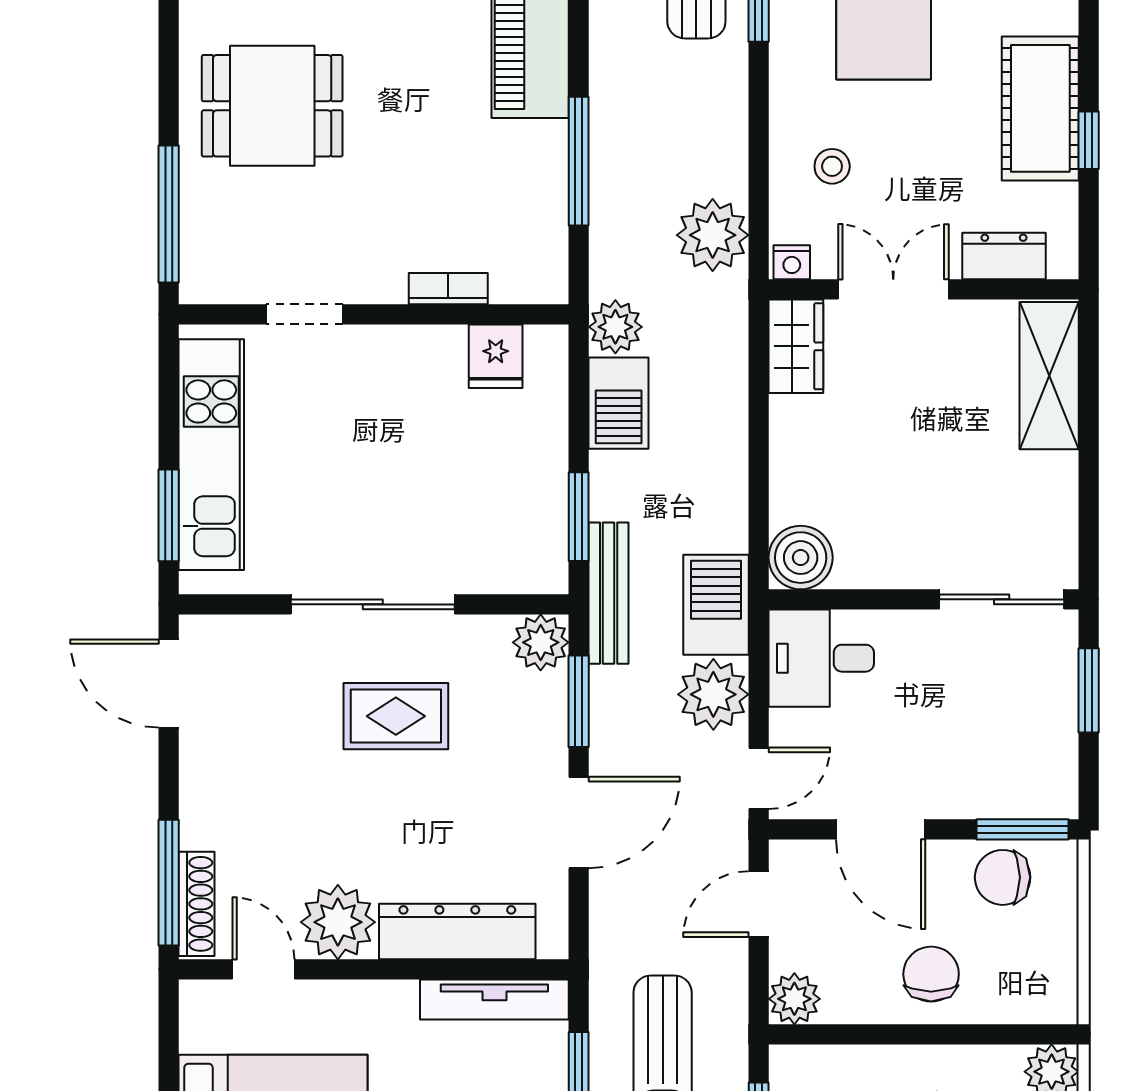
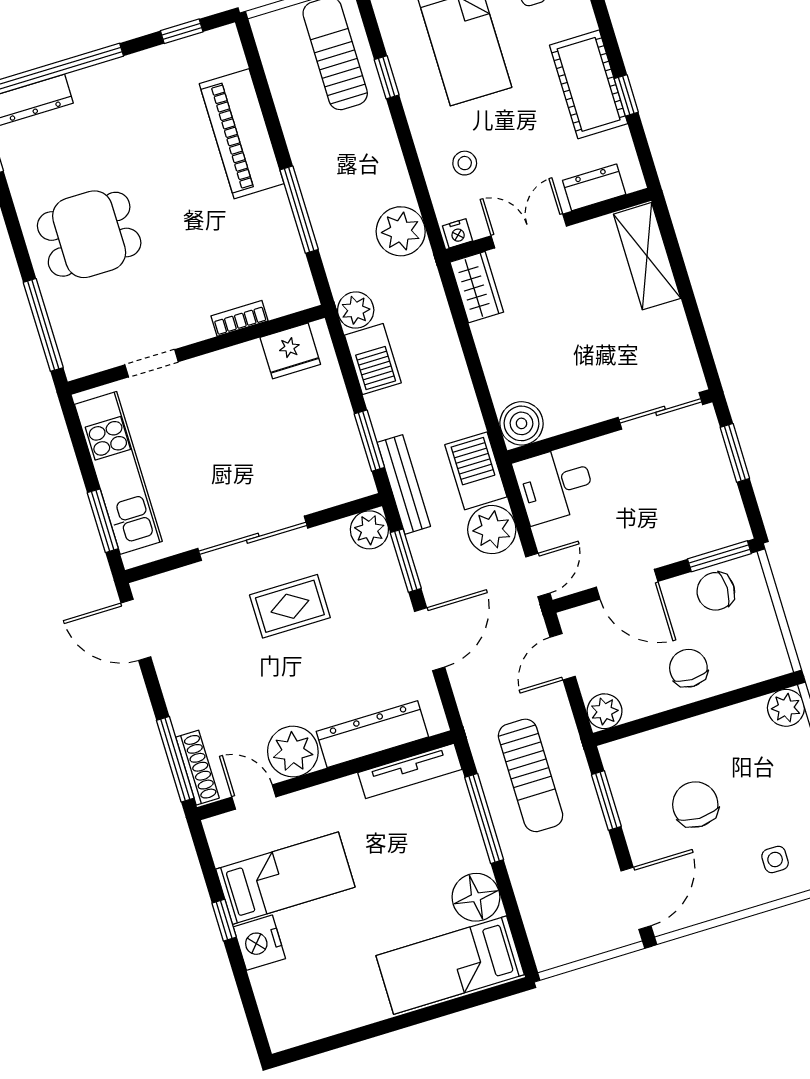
fridge: (496, 356) -> (290, 351), width x1.38

